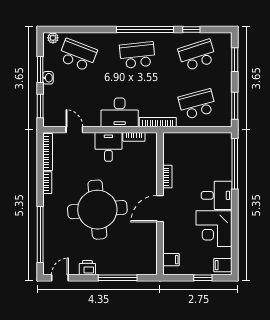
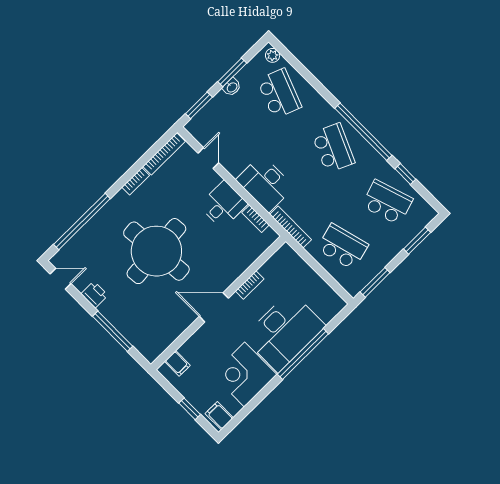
school desk: (137, 55) -> (333, 148), turned 30
window: (235, 164) -> (303, 354), moved
desk: (217, 195) -> (284, 332), width x1.87, depth x1.30

